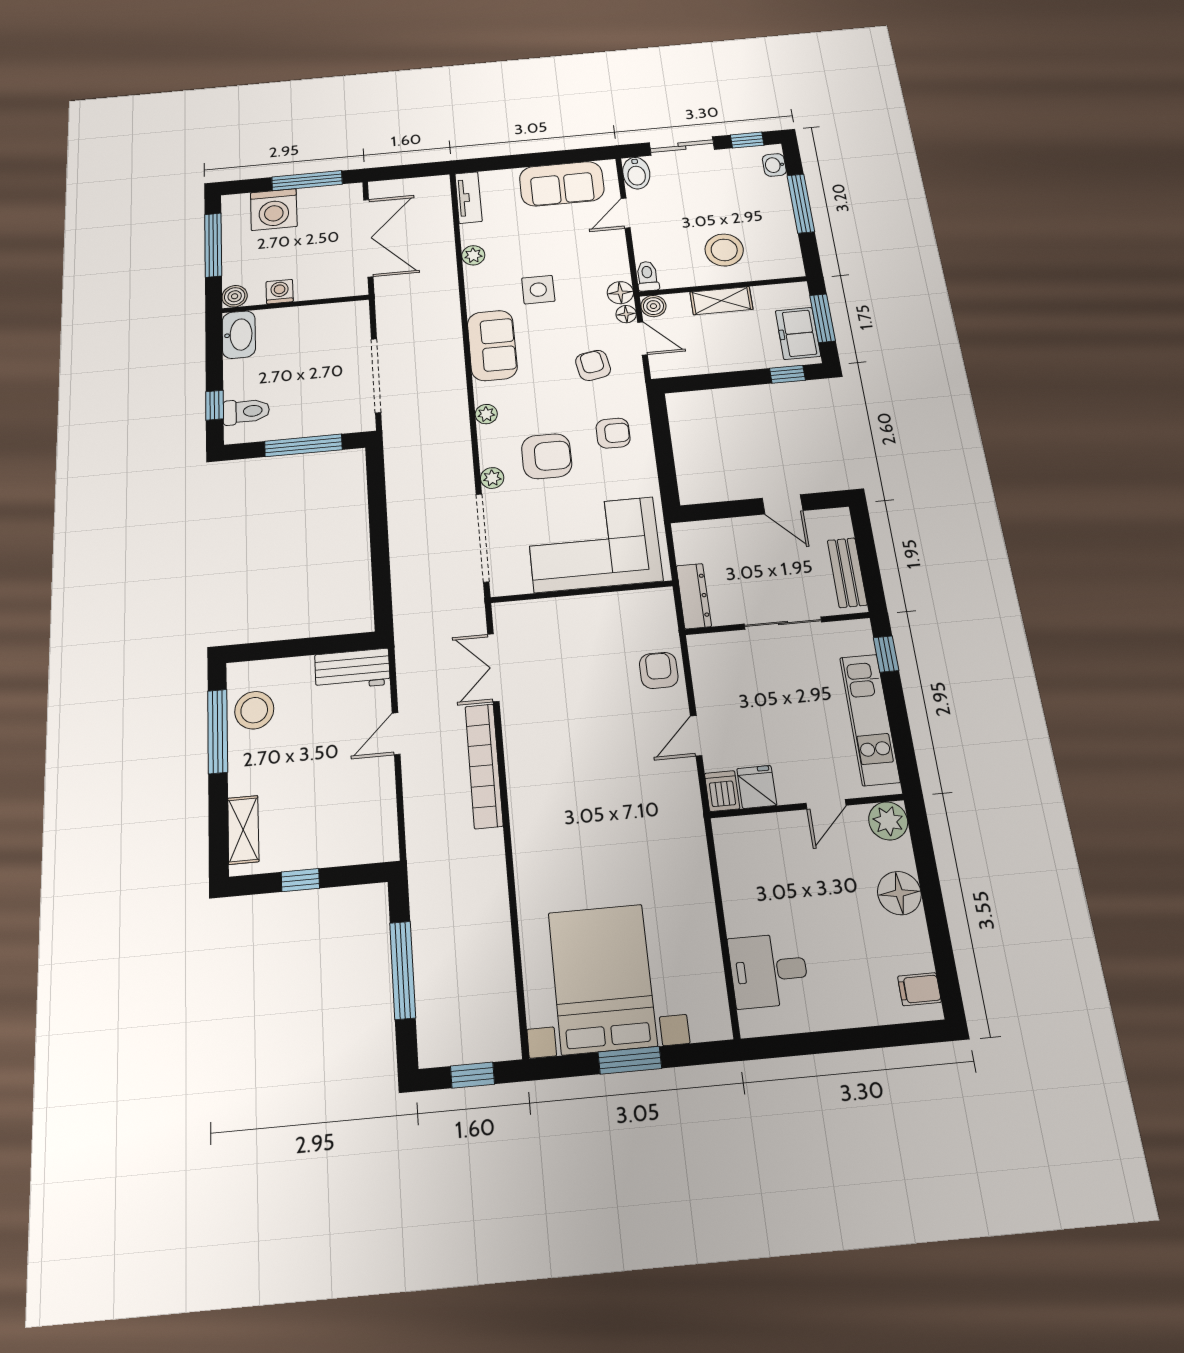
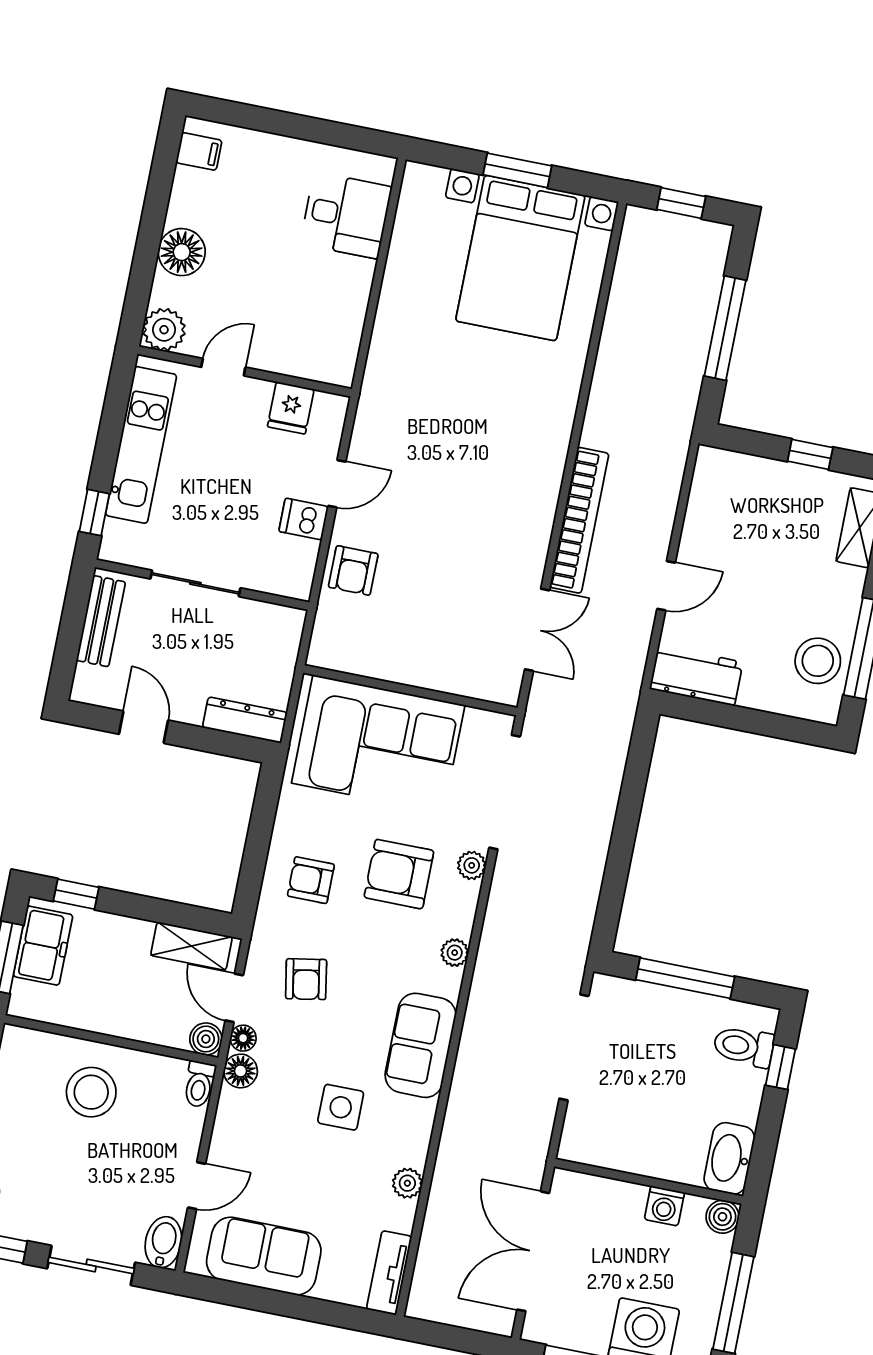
shelving: (721, 301) -> (191, 946), moved
dresser: (694, 596) -> (245, 720), moved, turned 90
dishwasher: (722, 791) -> (304, 519), moved, turned 90

